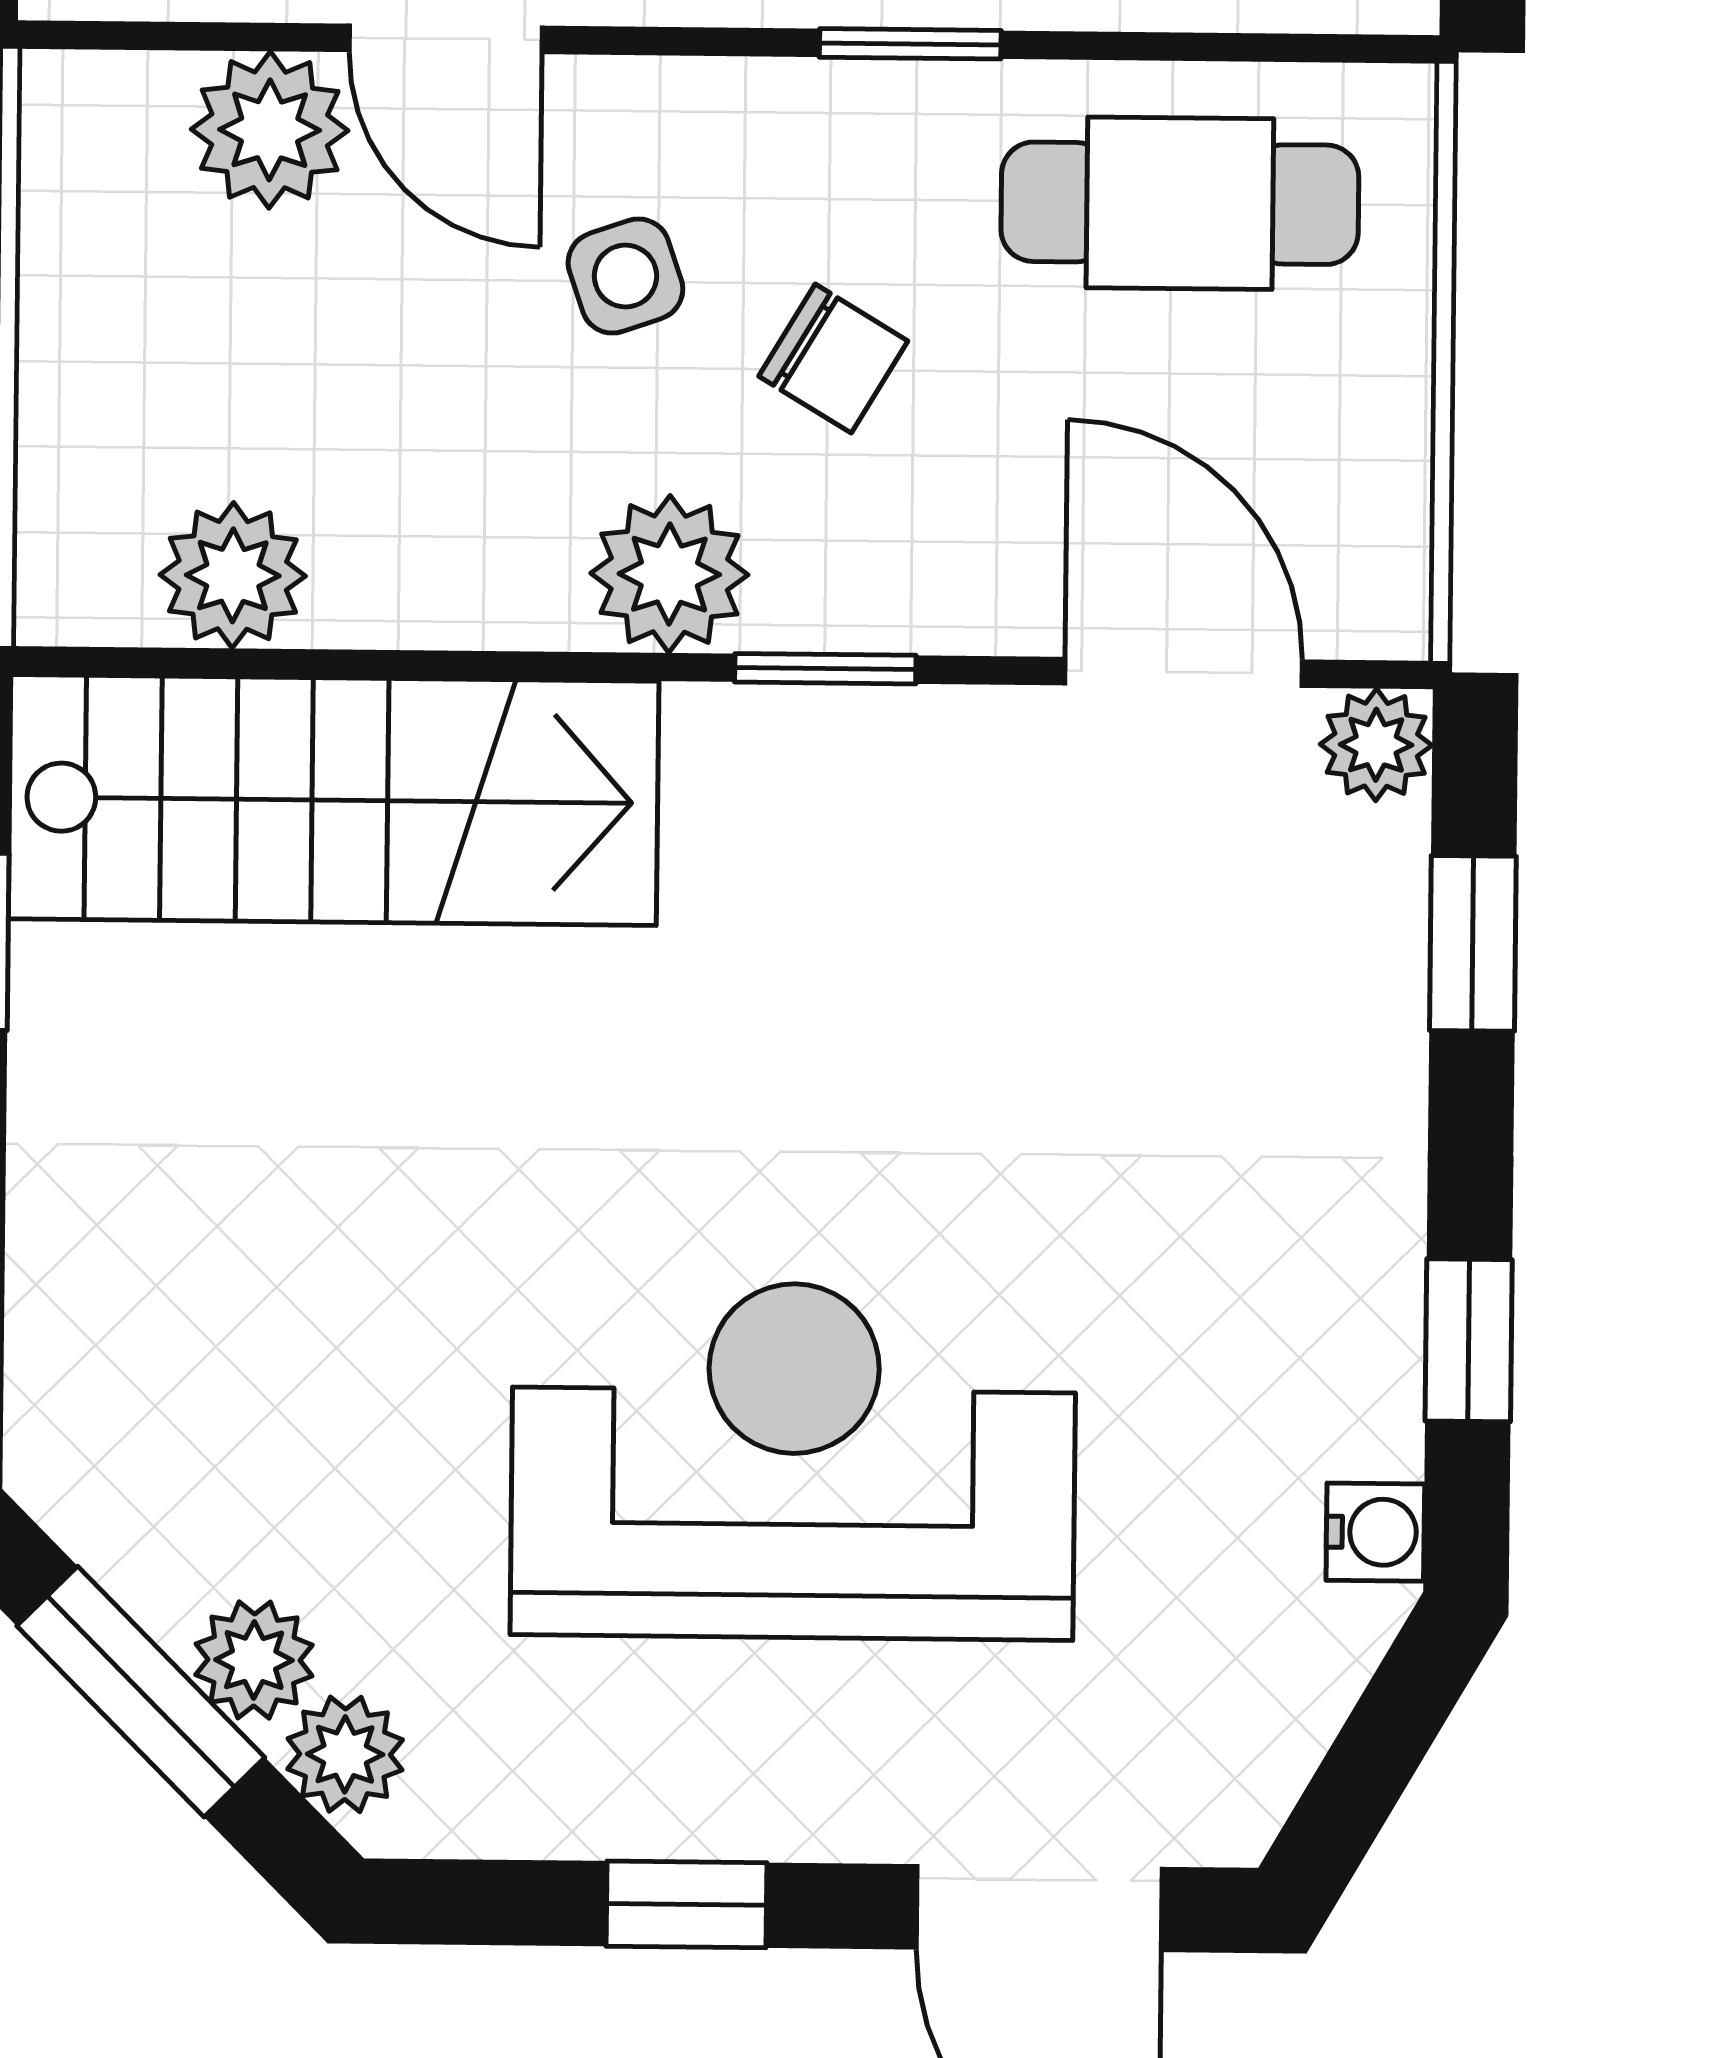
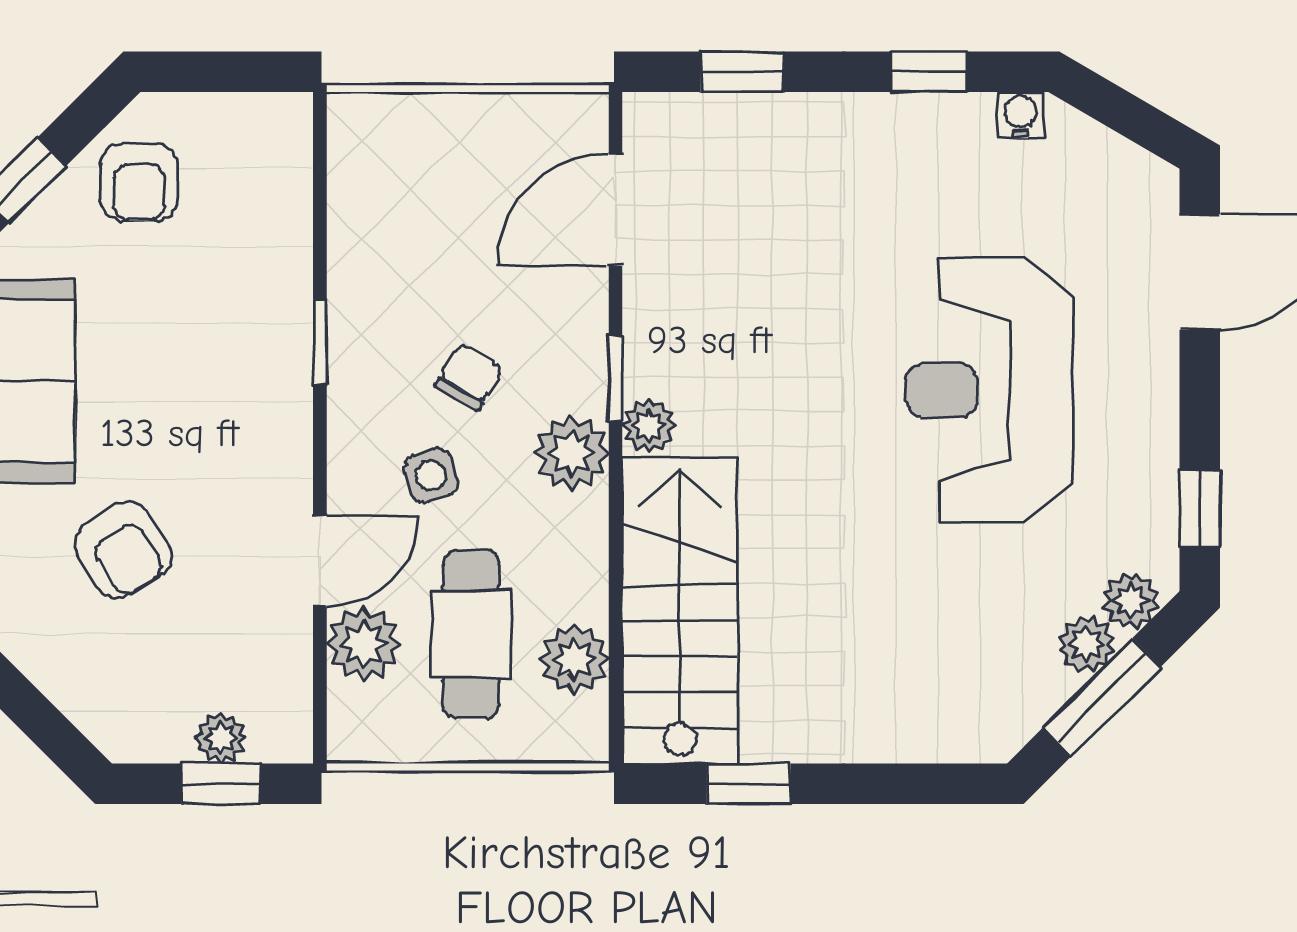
cafe table: (1180, 203) -> (471, 634), moved
plant: (1376, 745) -> (649, 426), moved
window: (687, 1904) -> (1200, 509), moved

